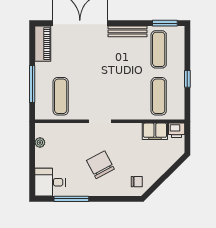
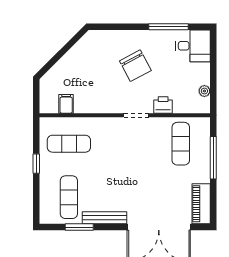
window: (165, 23) -> (79, 227), moved
exercise mat: (159, 96) -> (69, 144), turned 90
printer: (177, 130) -> (163, 105), moved
filing cabinet: (155, 131) -> (66, 104), width x0.50
chair: (137, 182) -> (94, 46), removed

